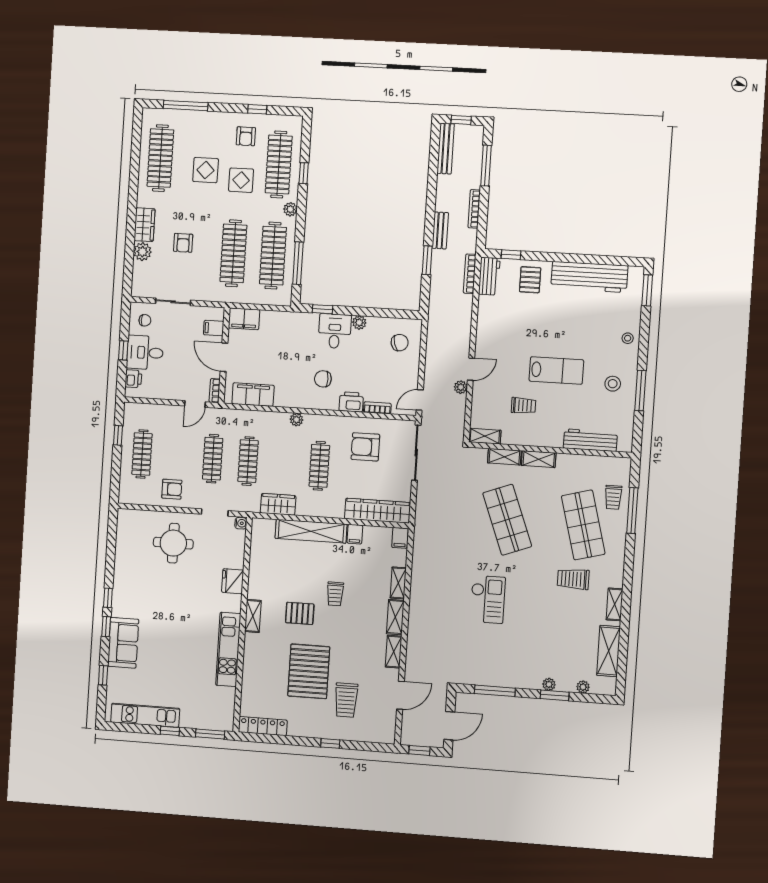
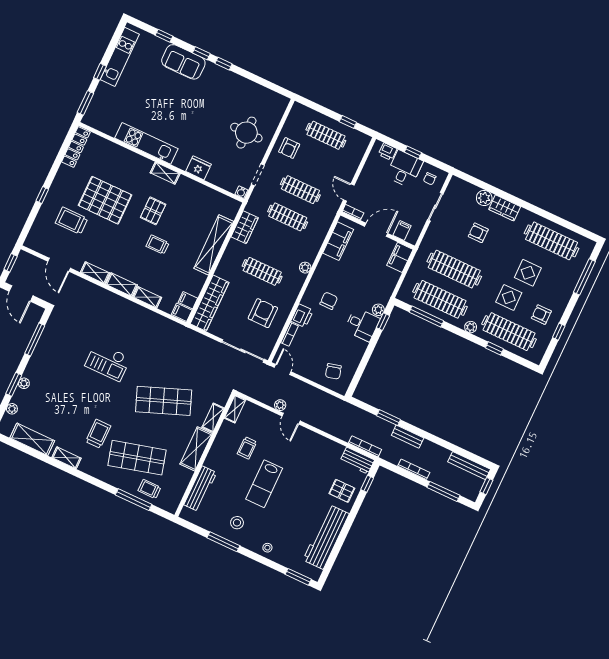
plant: (359, 323) -> (378, 310), moved
shelving: (539, 459) -> (196, 449), width x1.50, depth x1.33
filing cabinet: (355, 534) -> (188, 300), moved

